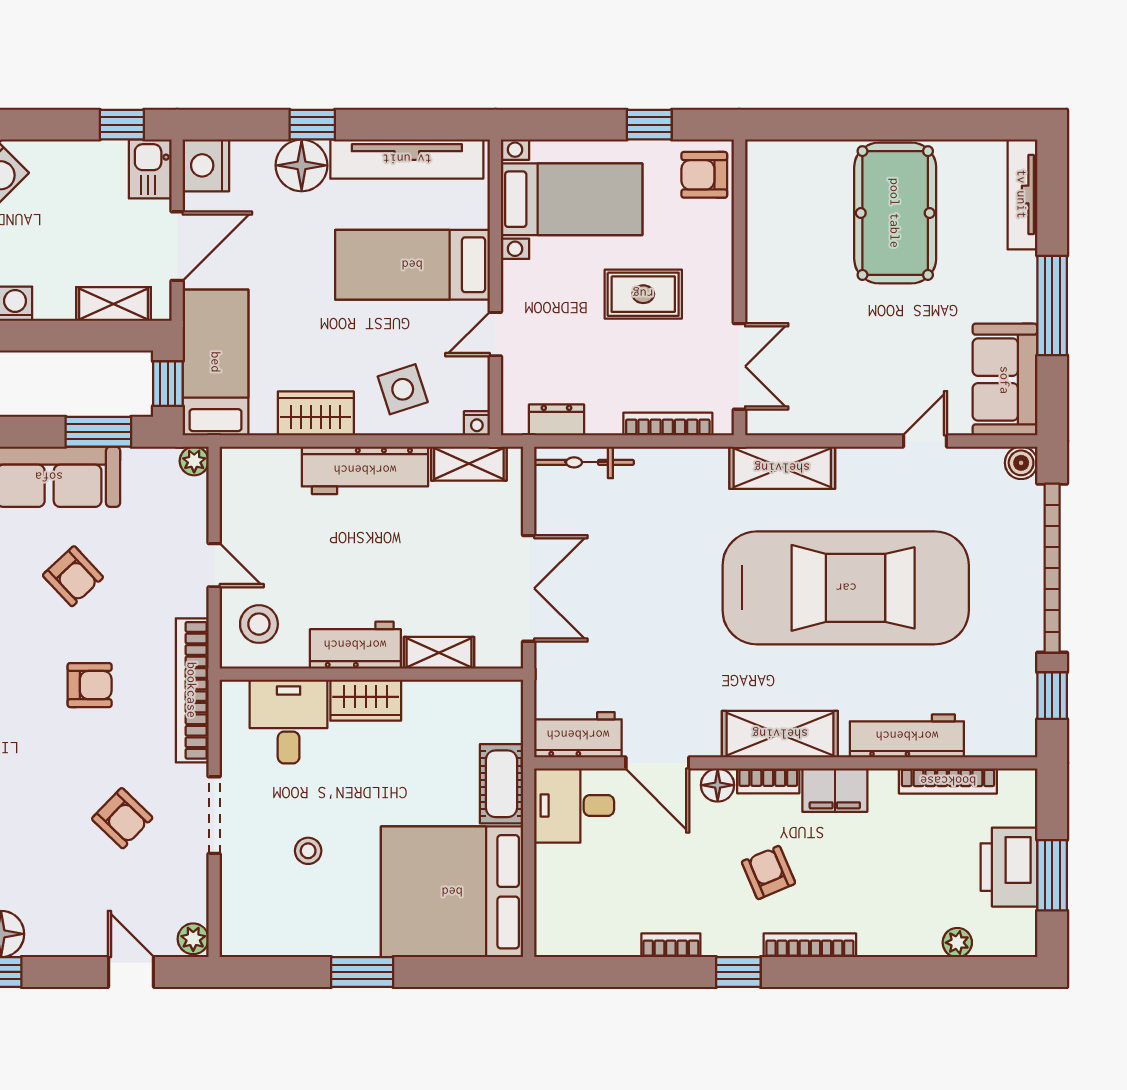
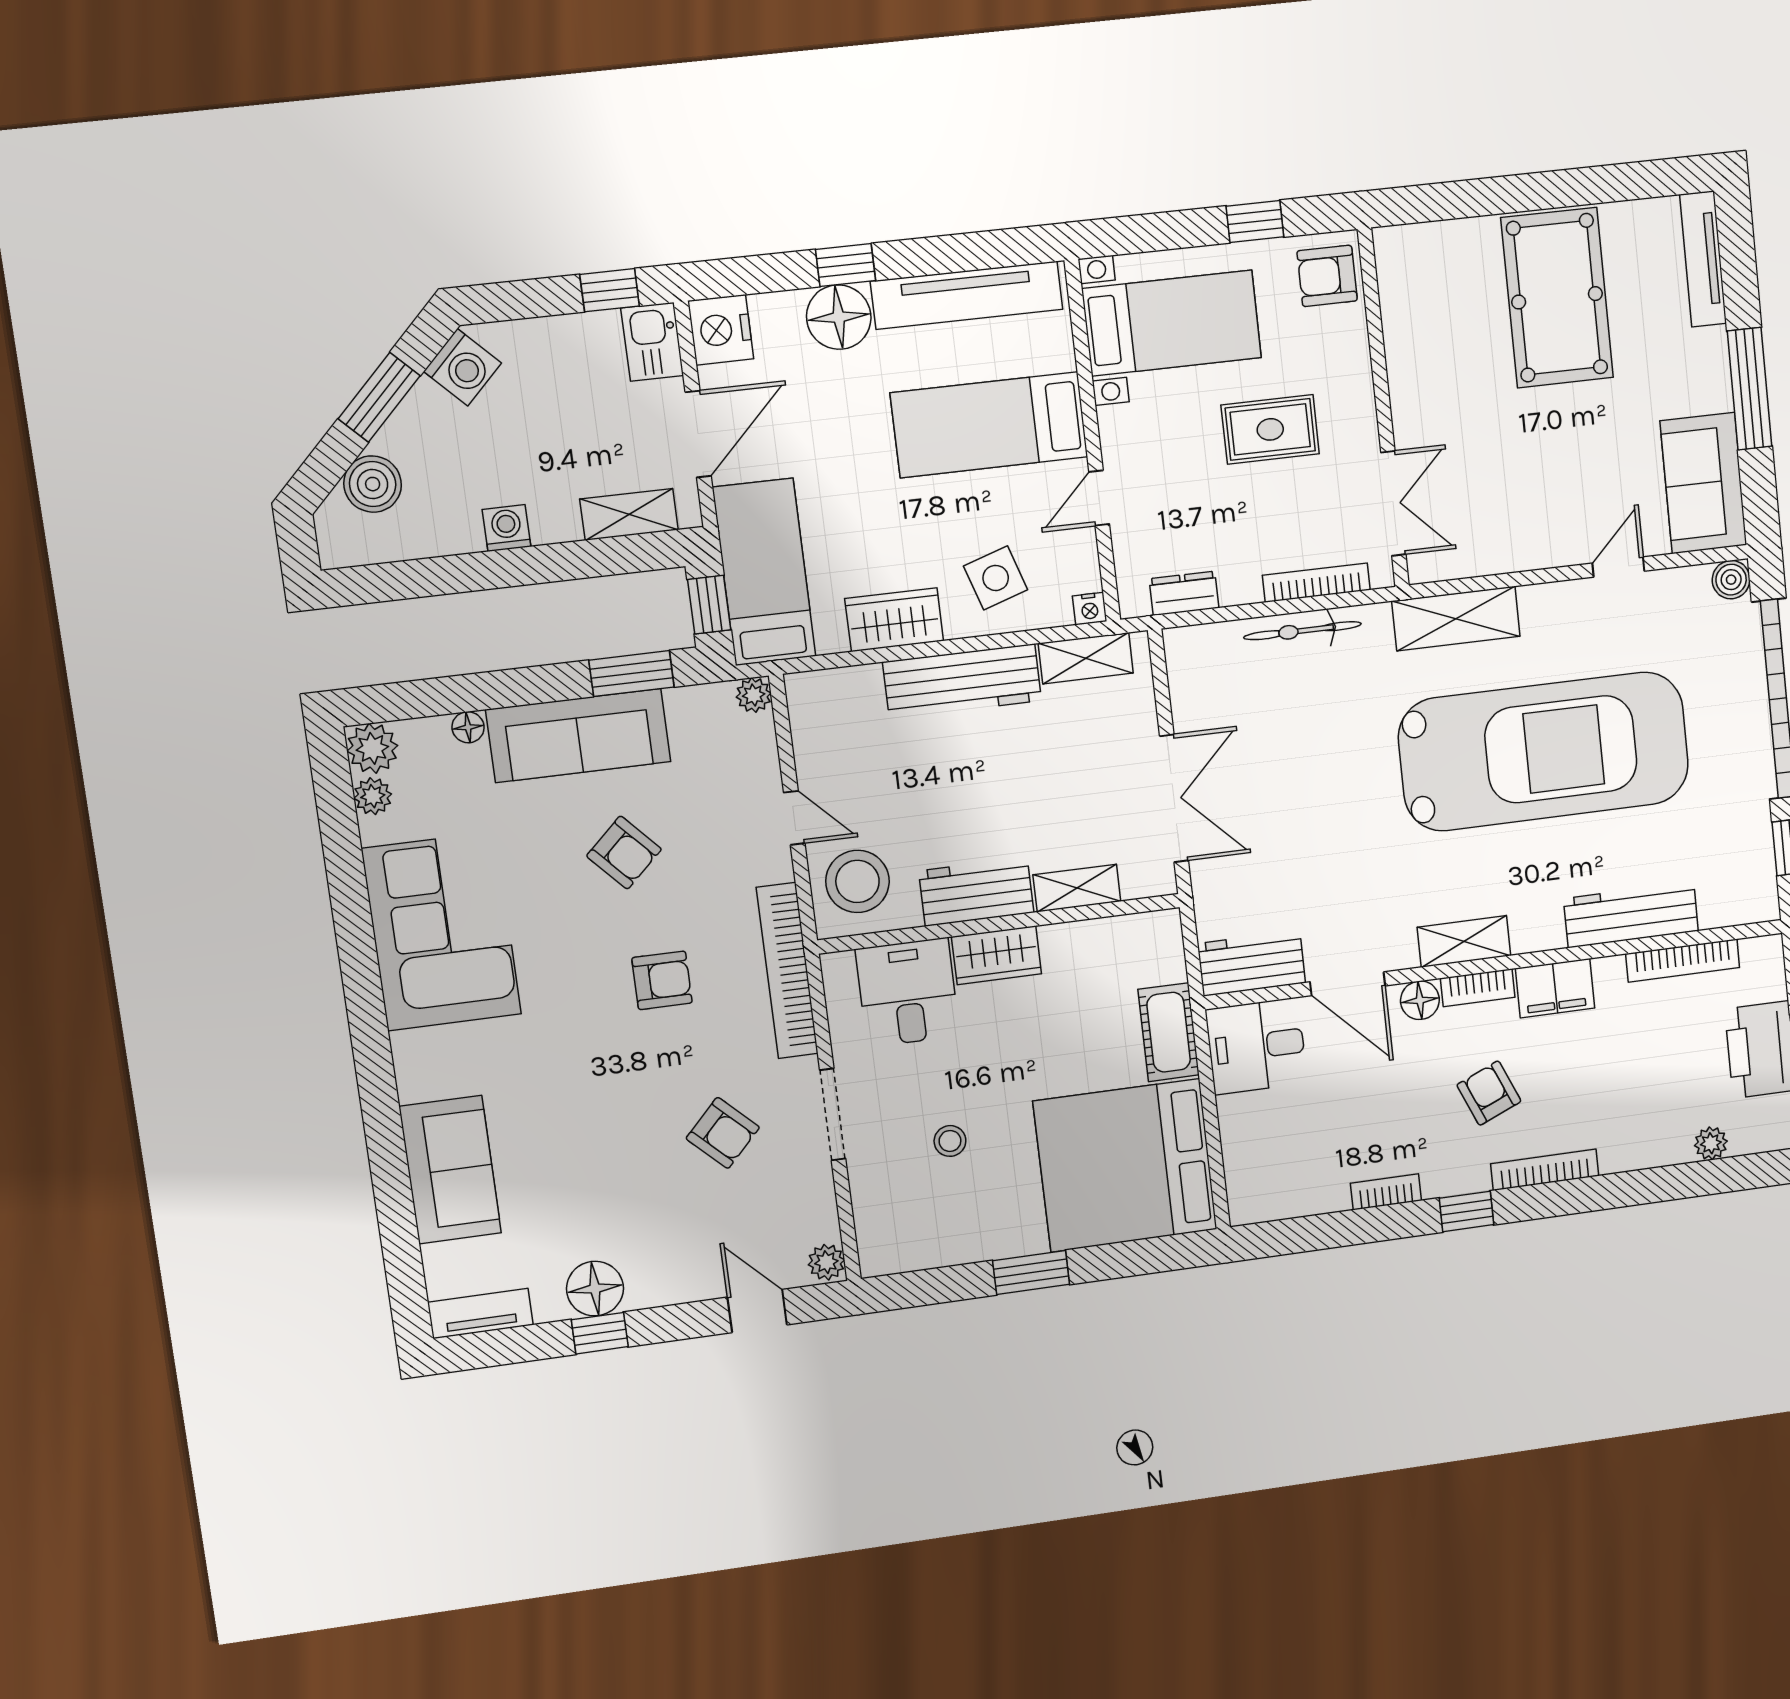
bicycle: (584, 462) -> (1303, 631), moved
stool: (259, 624) -> (857, 881), width x1.38, depth x1.38
shelving: (780, 734) -> (1464, 941), width x0.67, depth x0.75

